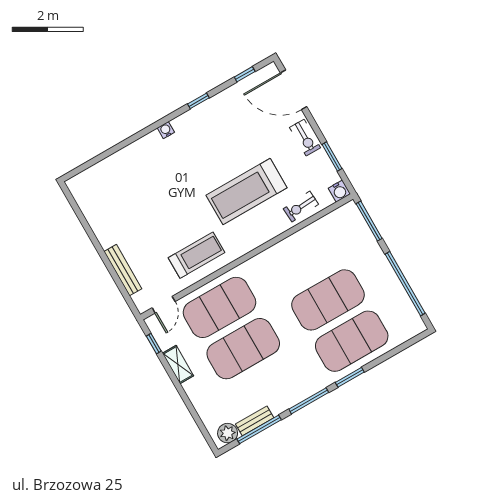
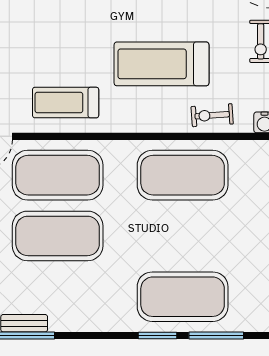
treadmill: (197, 255) -> (66, 103), turned 180
exercise mat: (328, 300) -> (183, 175), moved
window: (309, 401) -> (216, 335), moved

